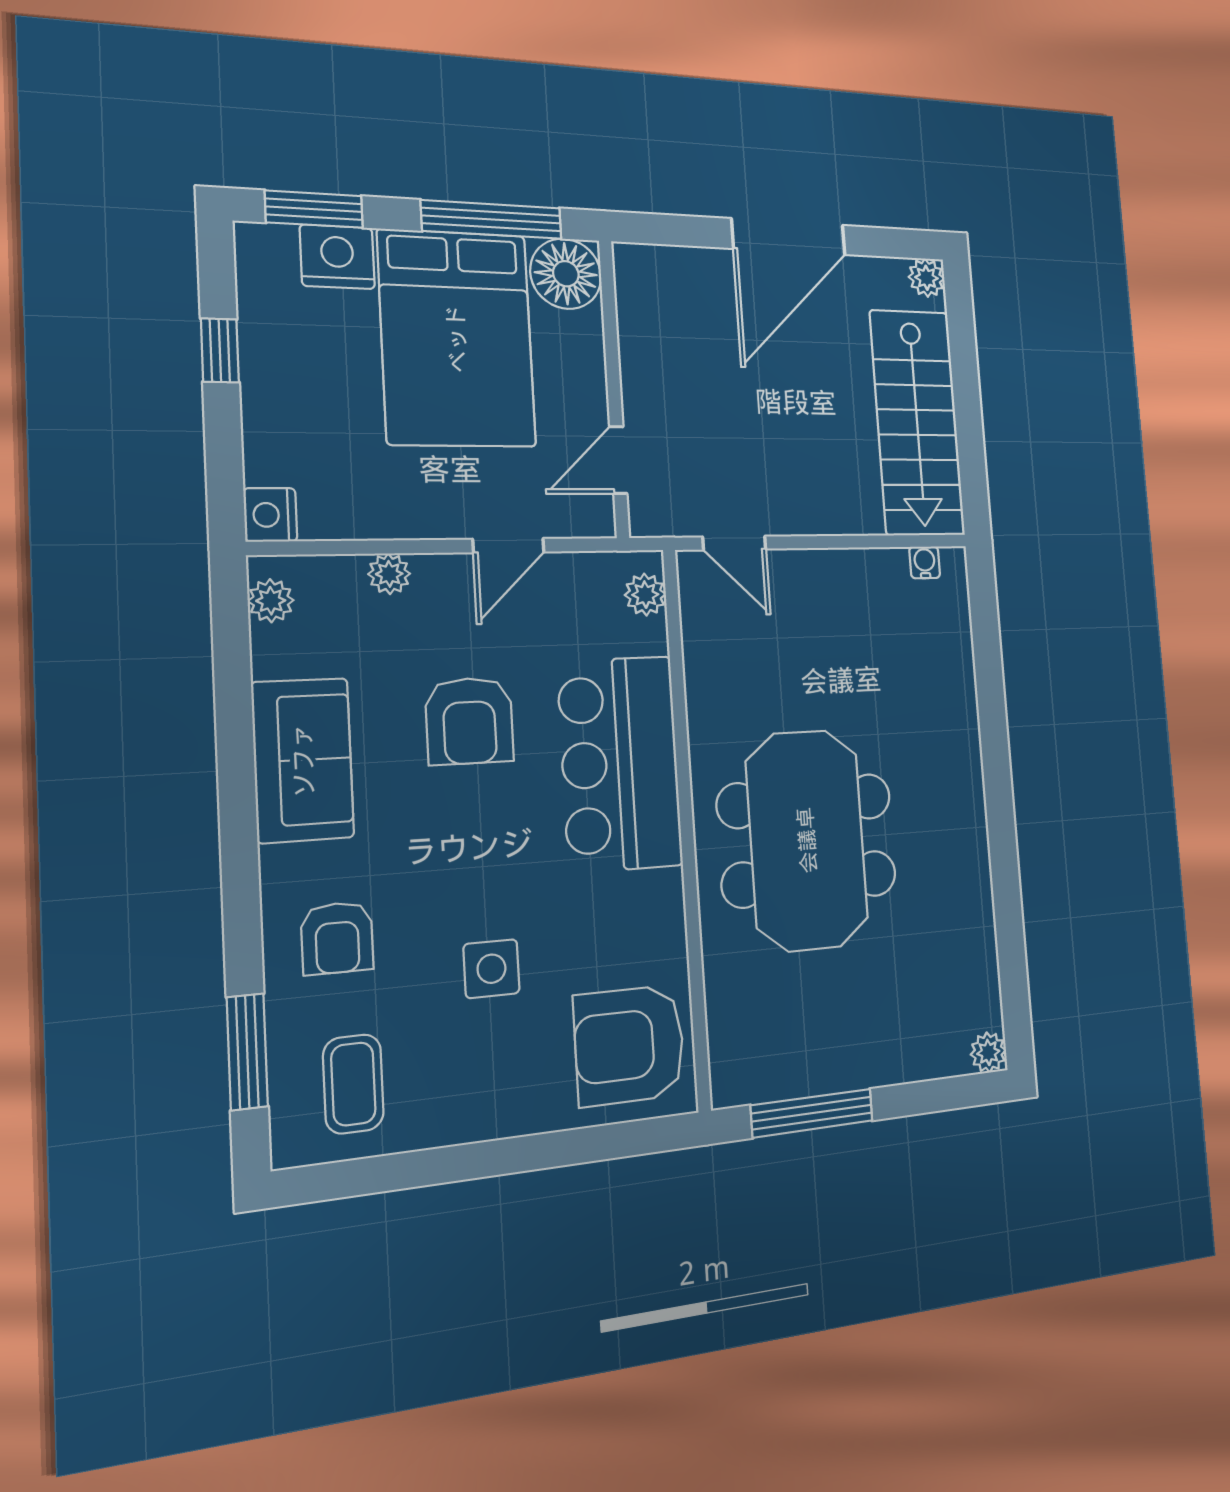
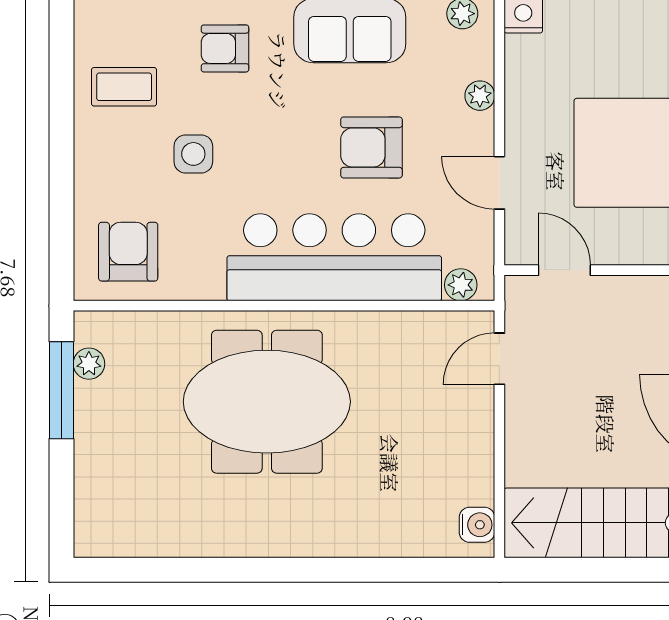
water cooler: (925, 562) -> (477, 525), width x1.38, depth x1.38
bar counter: (620, 764) -> (334, 257), width x1.36
armchair: (629, 1045) -> (128, 252), width x0.73, depth x0.73
plant: (988, 1052) -> (89, 364), moved
coffee table: (353, 1084) -> (124, 87), moved

